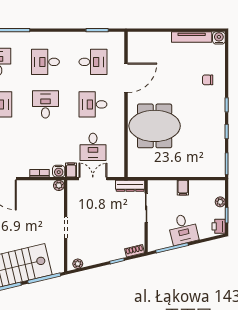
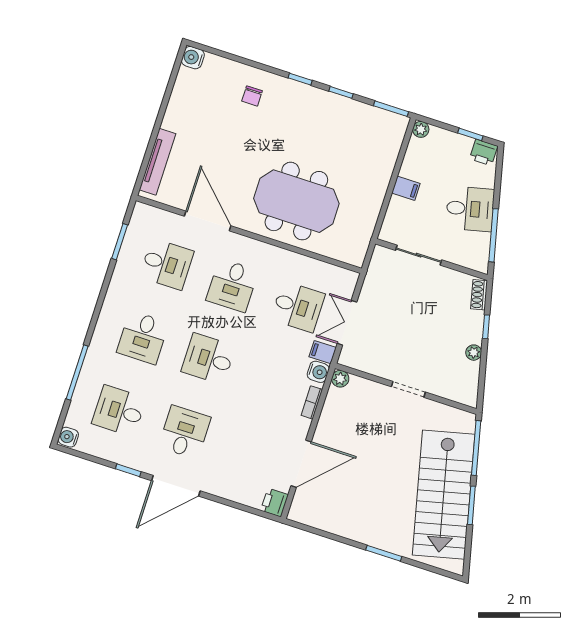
tv unit: (192, 37) -> (157, 162), moved
desk: (93, 62) -> (167, 264), turned 90
meeting table: (155, 126) -> (296, 201), turned 90
dresser: (130, 186) -> (377, 269), removed
plant: (220, 202) -> (421, 129), moved
plant: (78, 264) -> (474, 353), moved

